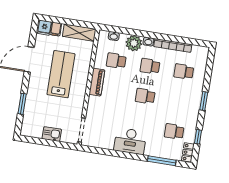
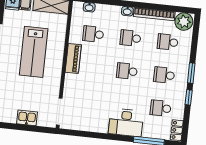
plant: (134, 43) -> (184, 22), moved
lab bench: (61, 74) -> (34, 52), turned 180
school desk: (179, 102) -> (164, 75), added
window: (198, 137) -> (189, 97), moved
desk: (130, 141) -> (126, 122), moved

